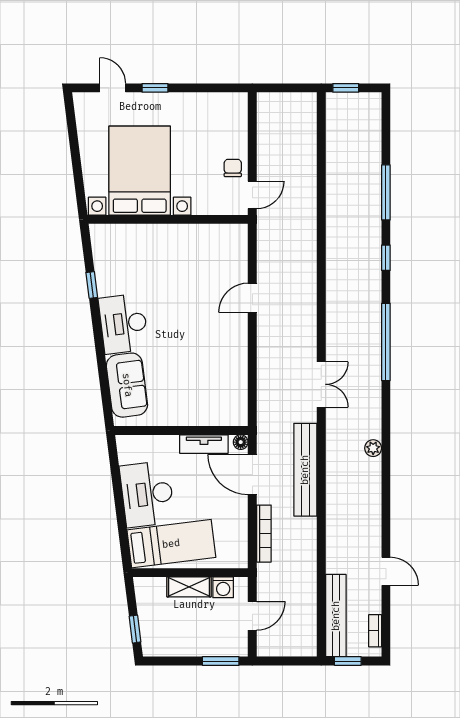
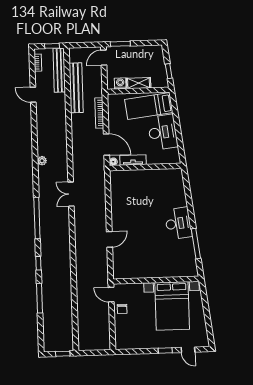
door: (252, 195) -> (111, 295), hinge flipped
window: (92, 285) -> (196, 244), width x2.17
sofa: (127, 385) -> (175, 190), removed
bench: (305, 470) -> (76, 88), moved
door: (252, 616) -> (104, 58), moved
window: (135, 629) -> (169, 71), moved

